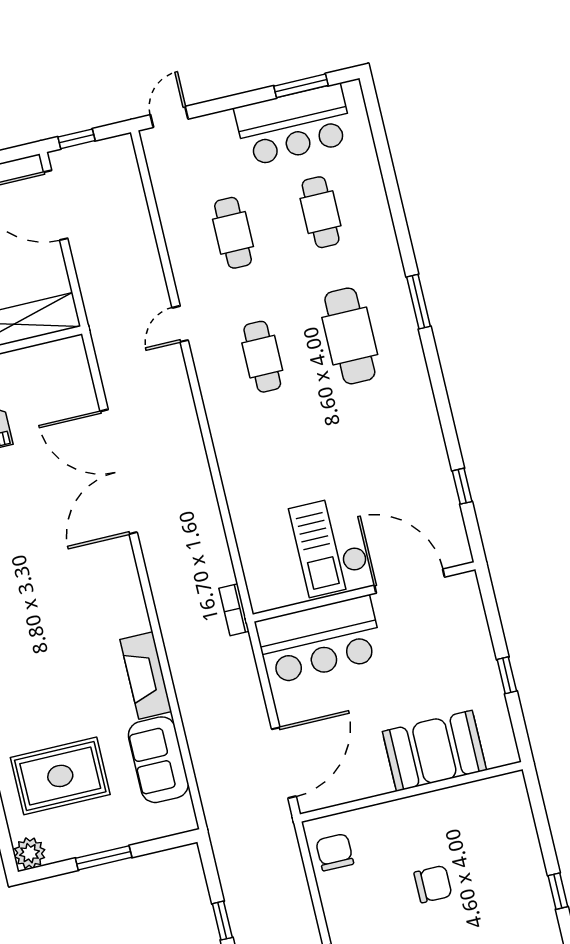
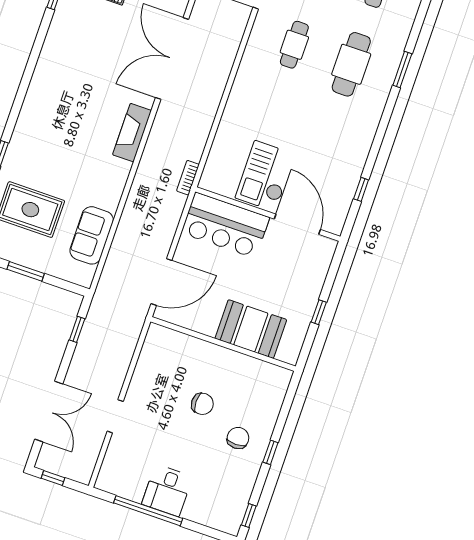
fireplace: (146, 675) -> (132, 133), moved
chair: (335, 852) -> (238, 438), moved
window: (222, 921) -> (77, 329), moved

